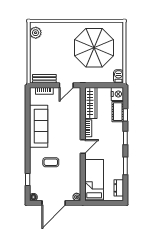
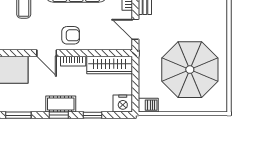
cot: (118, 112) -> (61, 104), moved
armchair: (70, 130) -> (71, 35), added

